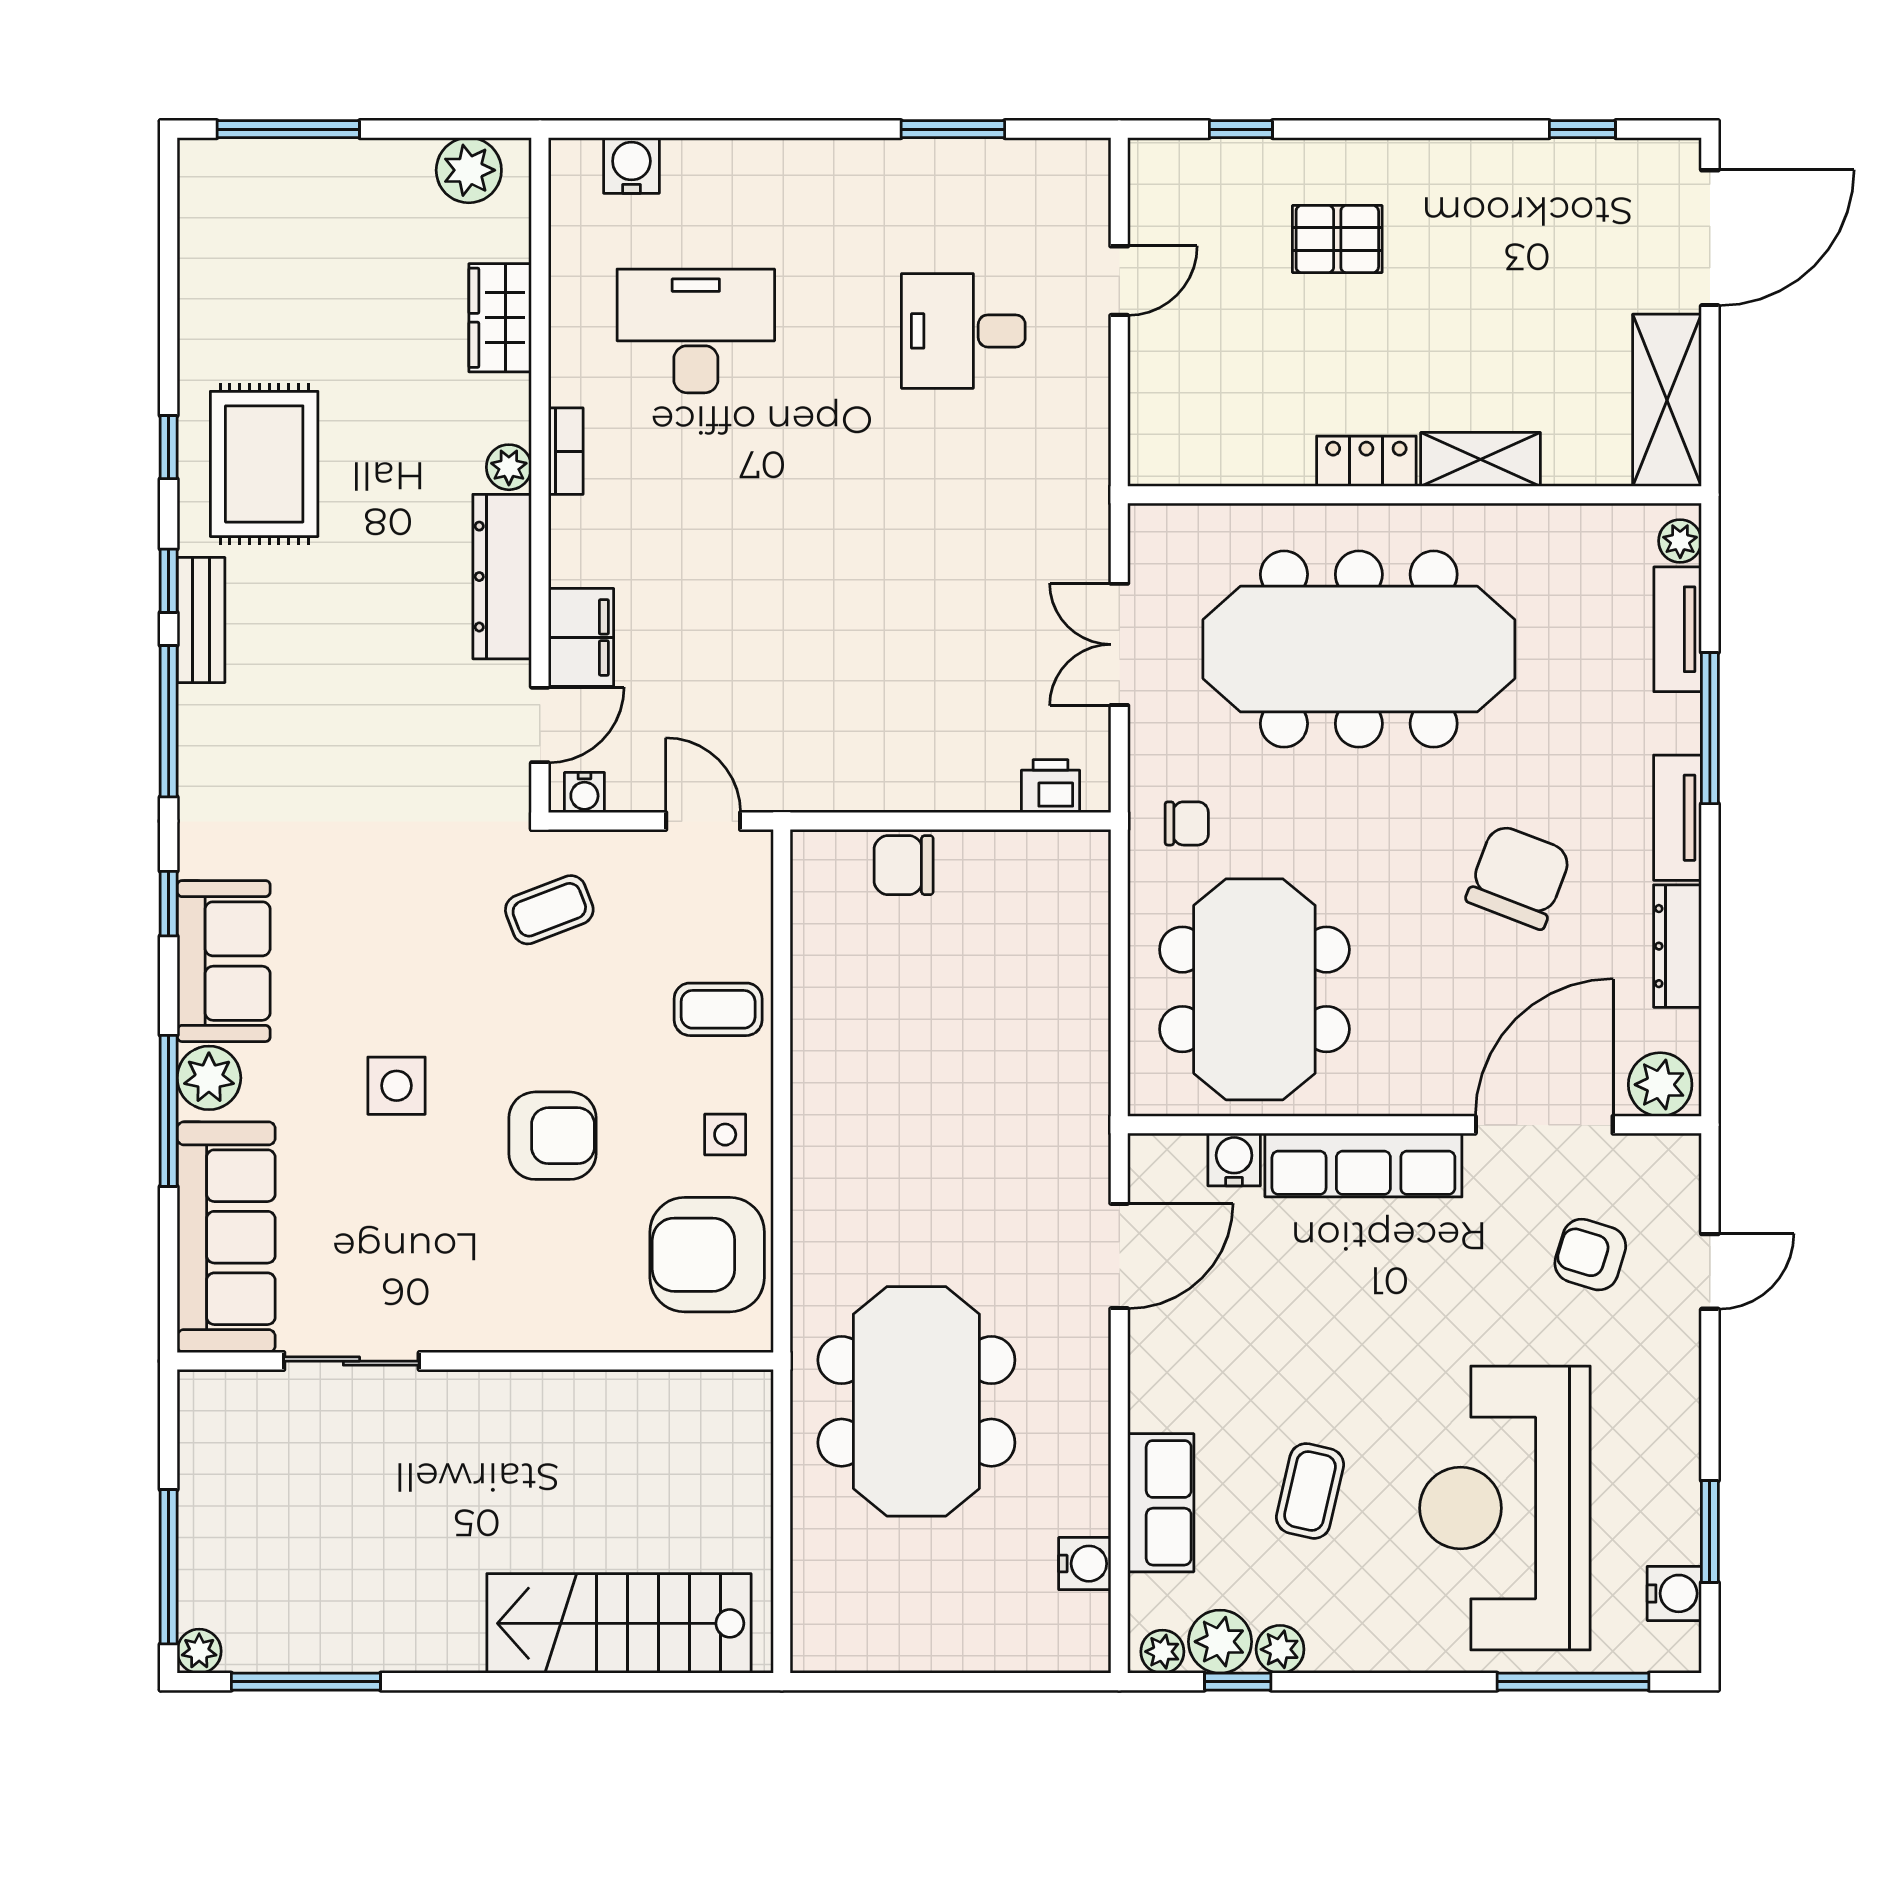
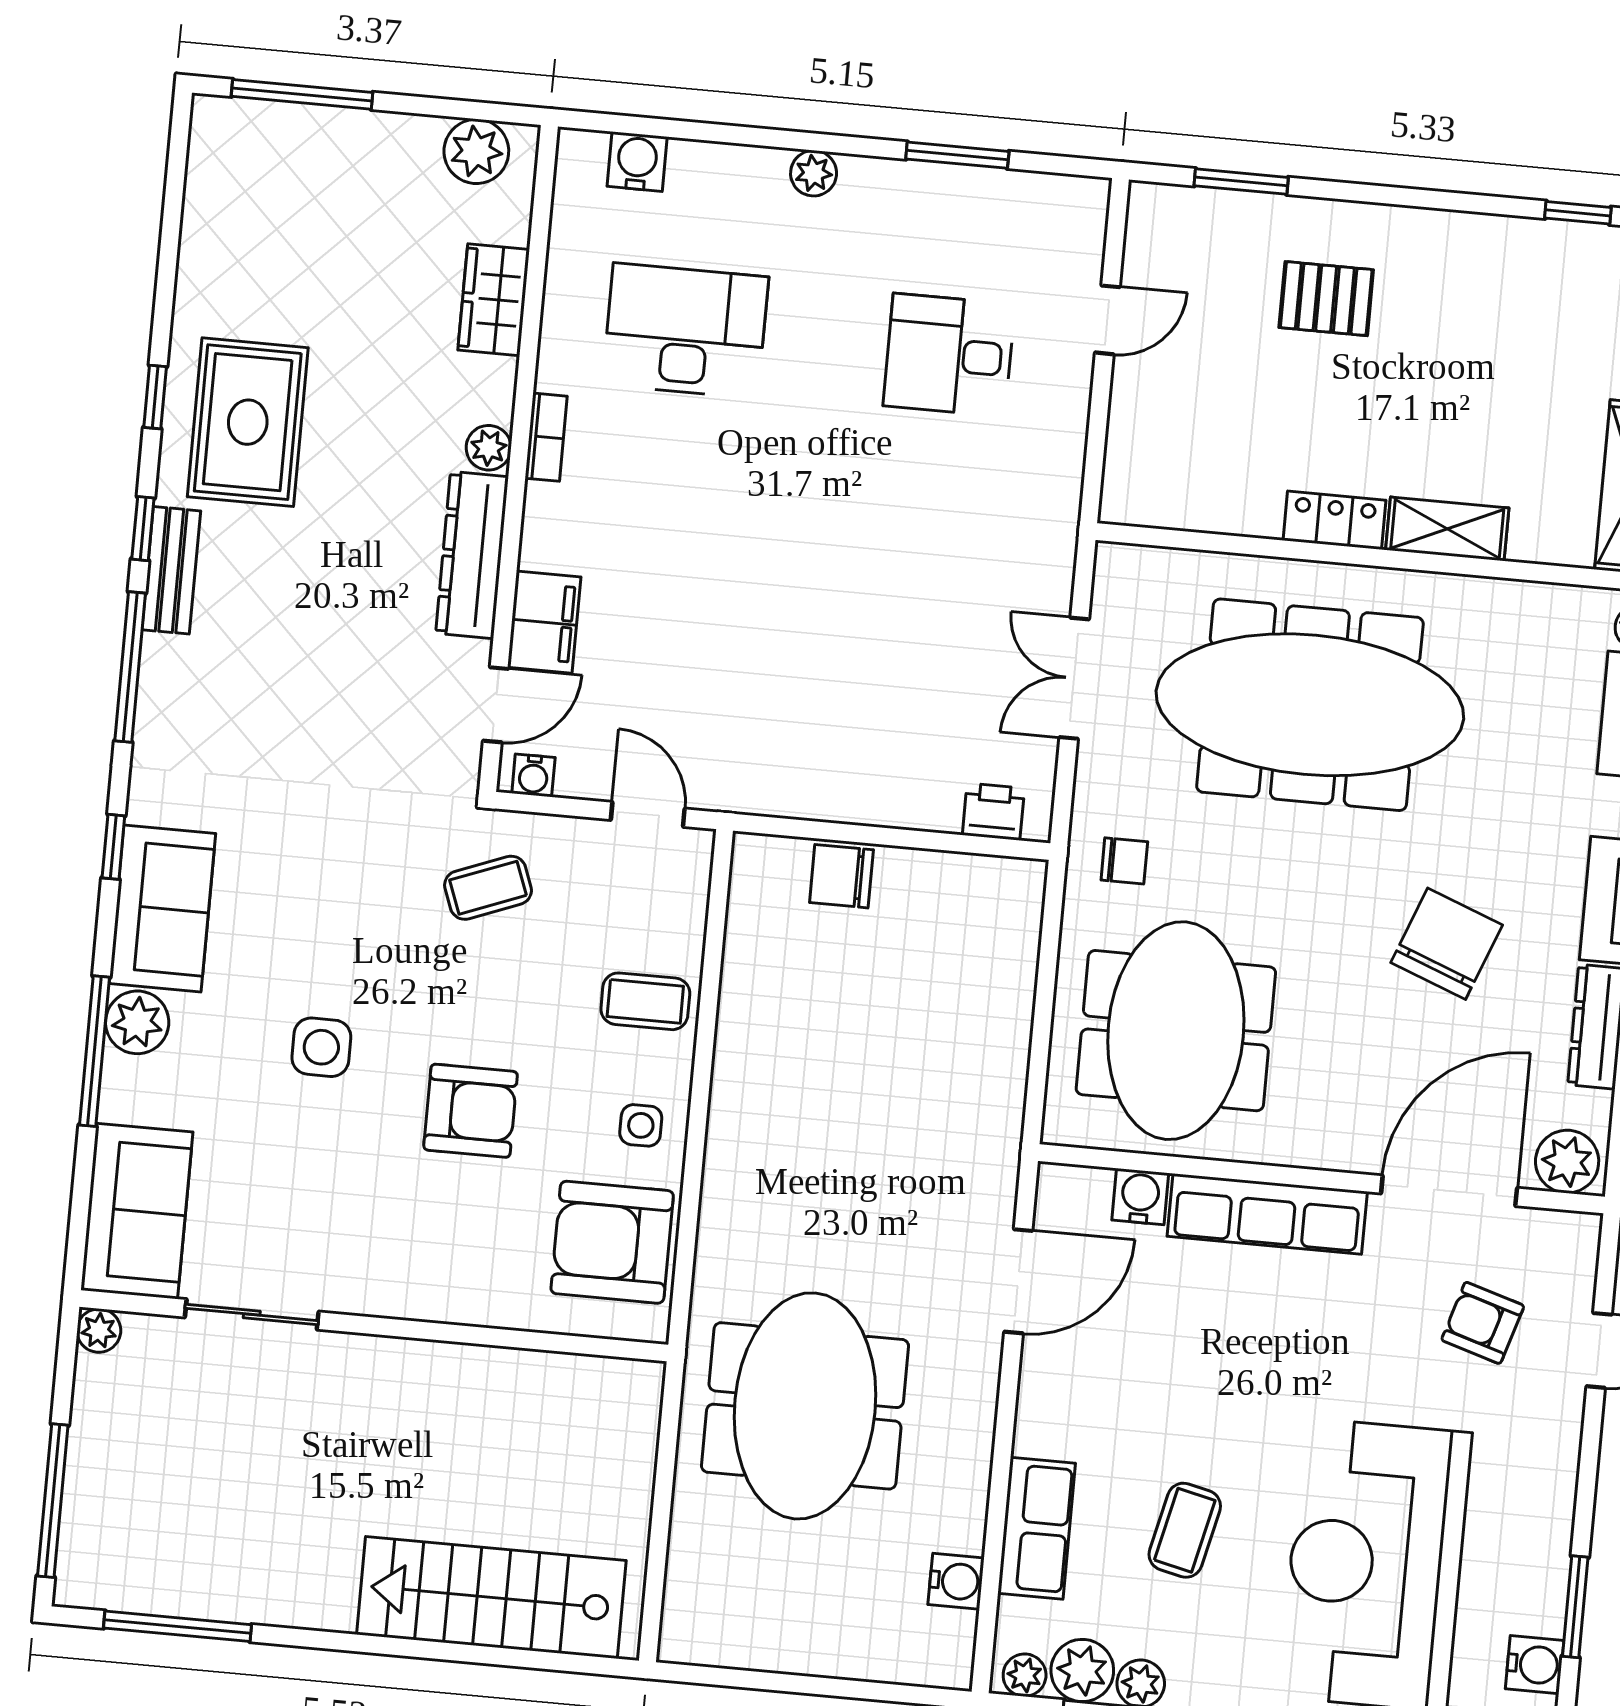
window: (1241, 129) -> (1241, 182), width x1.50
plant: (810, 161) -> (814, 173), added
sofa: (226, 1237) -> (137, 1211), width x0.73
plant: (199, 1651) -> (99, 1331), moved

